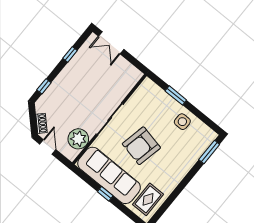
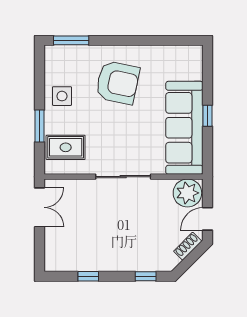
double door: (111, 43) -> (40, 207), moved
plant: (78, 139) -> (187, 193), moved
armchair: (141, 146) -> (117, 83), moved
rug: (148, 199) -> (66, 147), moved

